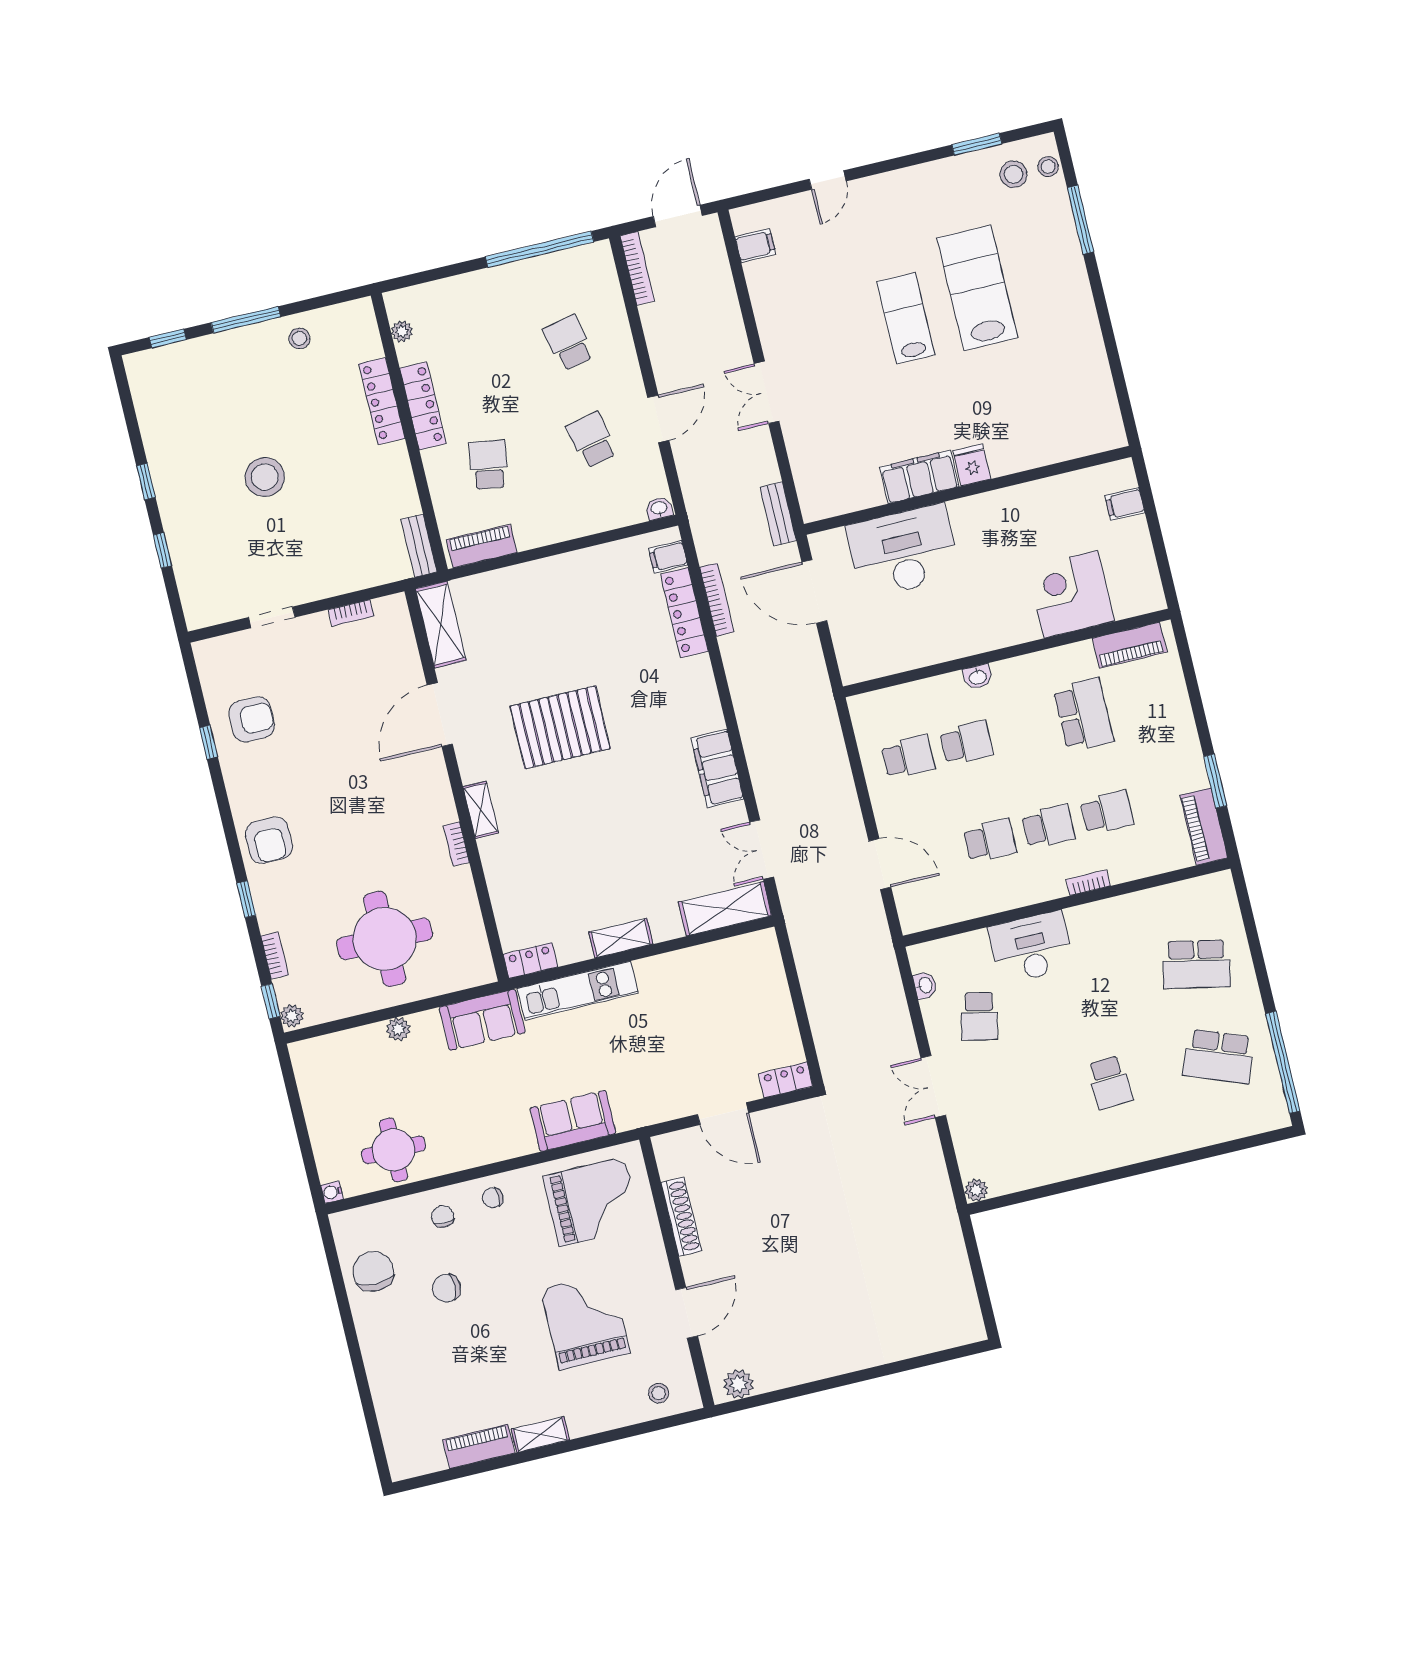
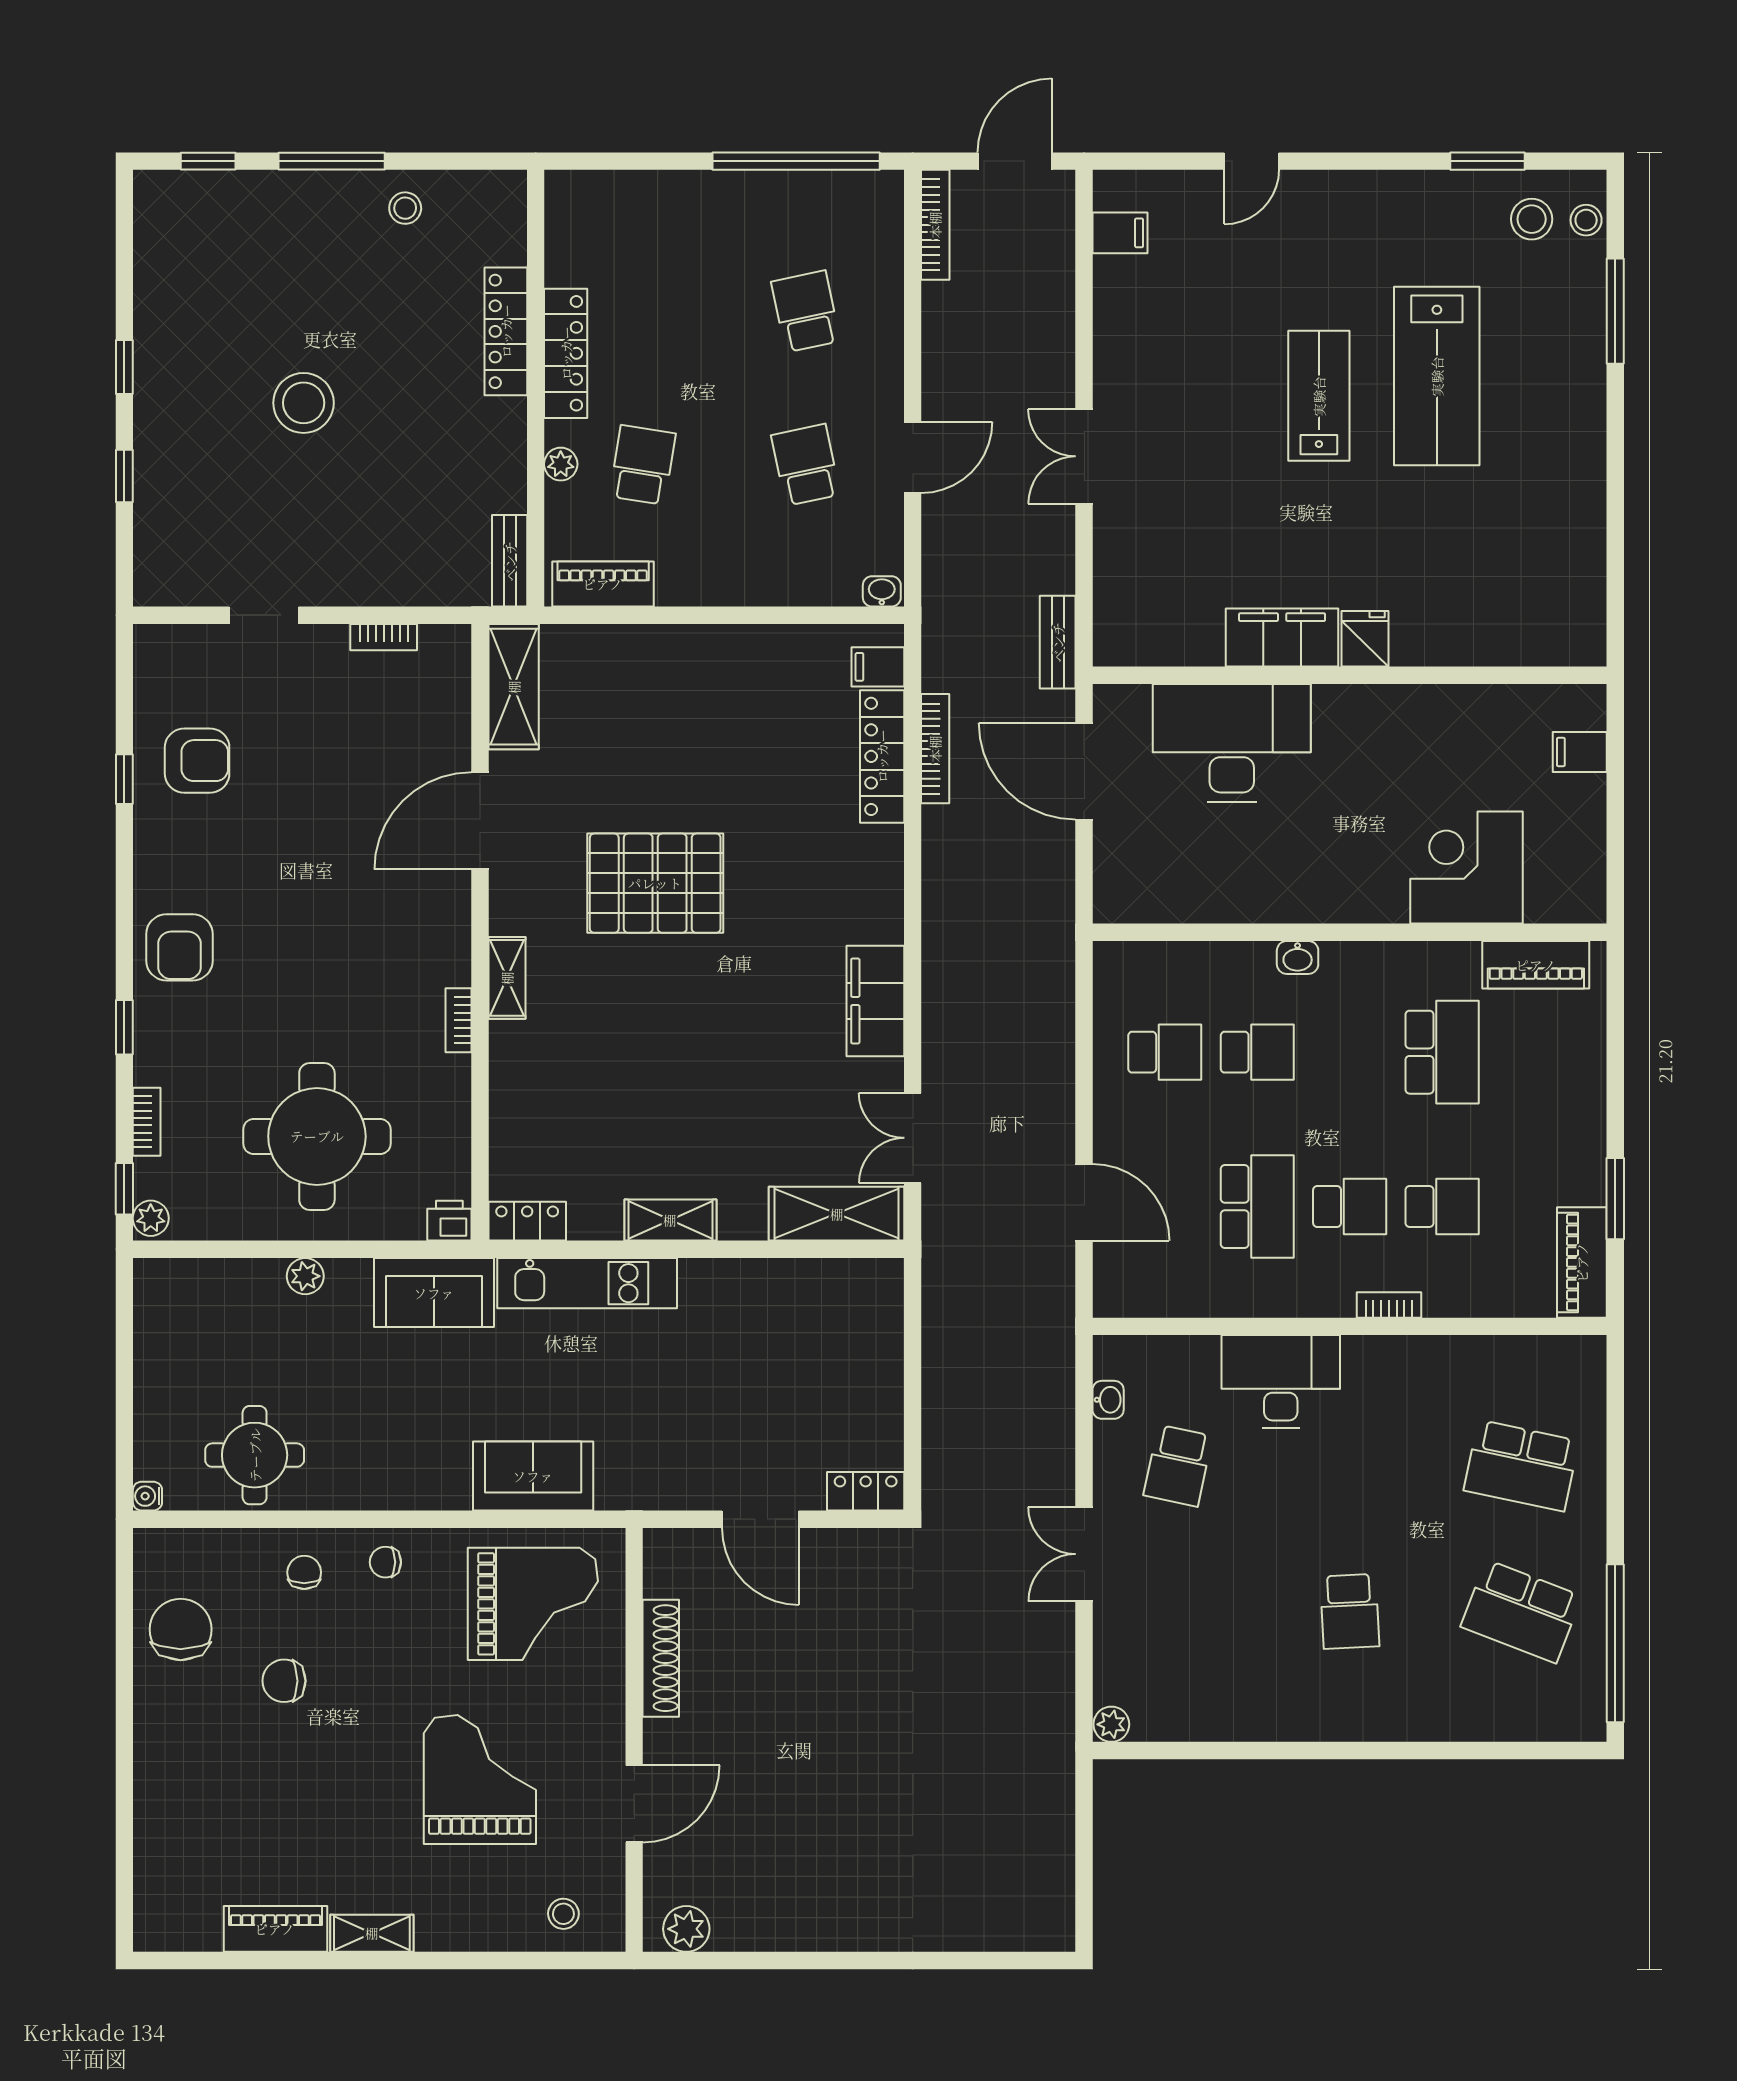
lab bench: (977, 288) -> (1437, 376), turned 180
plant: (402, 331) -> (561, 464), moved
school desk: (990, 840) -> (1257, 1207), width x1.85
printer: (481, 972) -> (449, 1221), added

